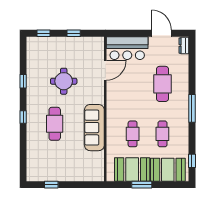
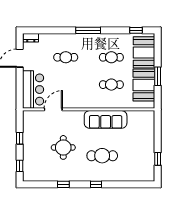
door: (105, 70) -> (53, 109), hinge flipped
cafe table: (162, 84) -> (66, 57), width x0.73, depth x0.74

